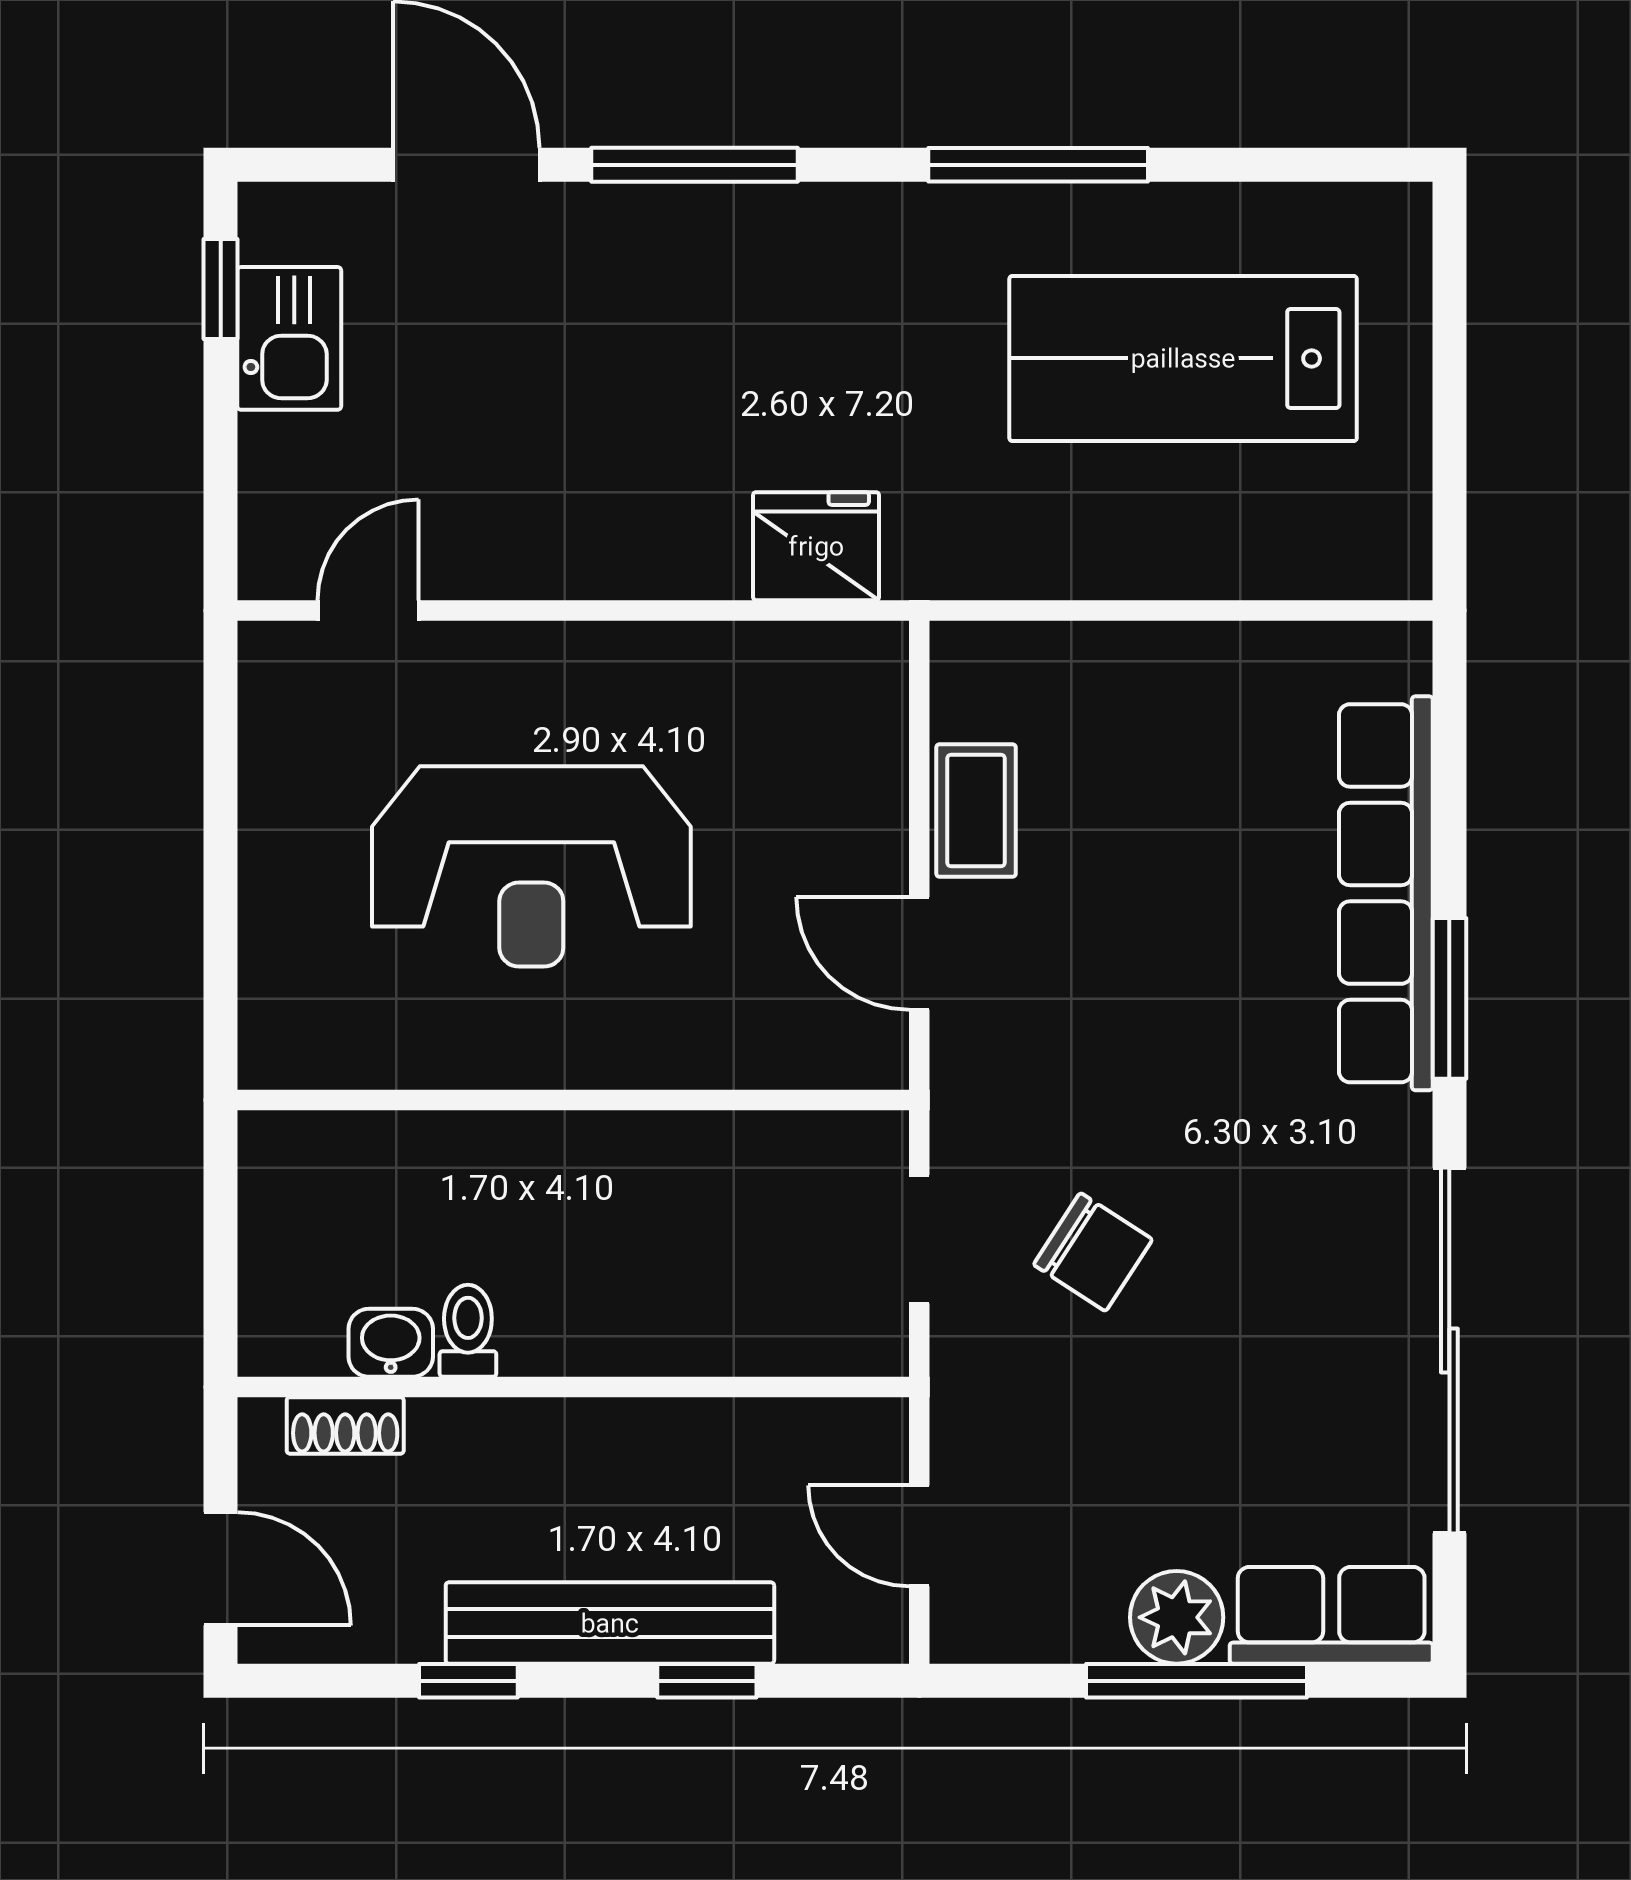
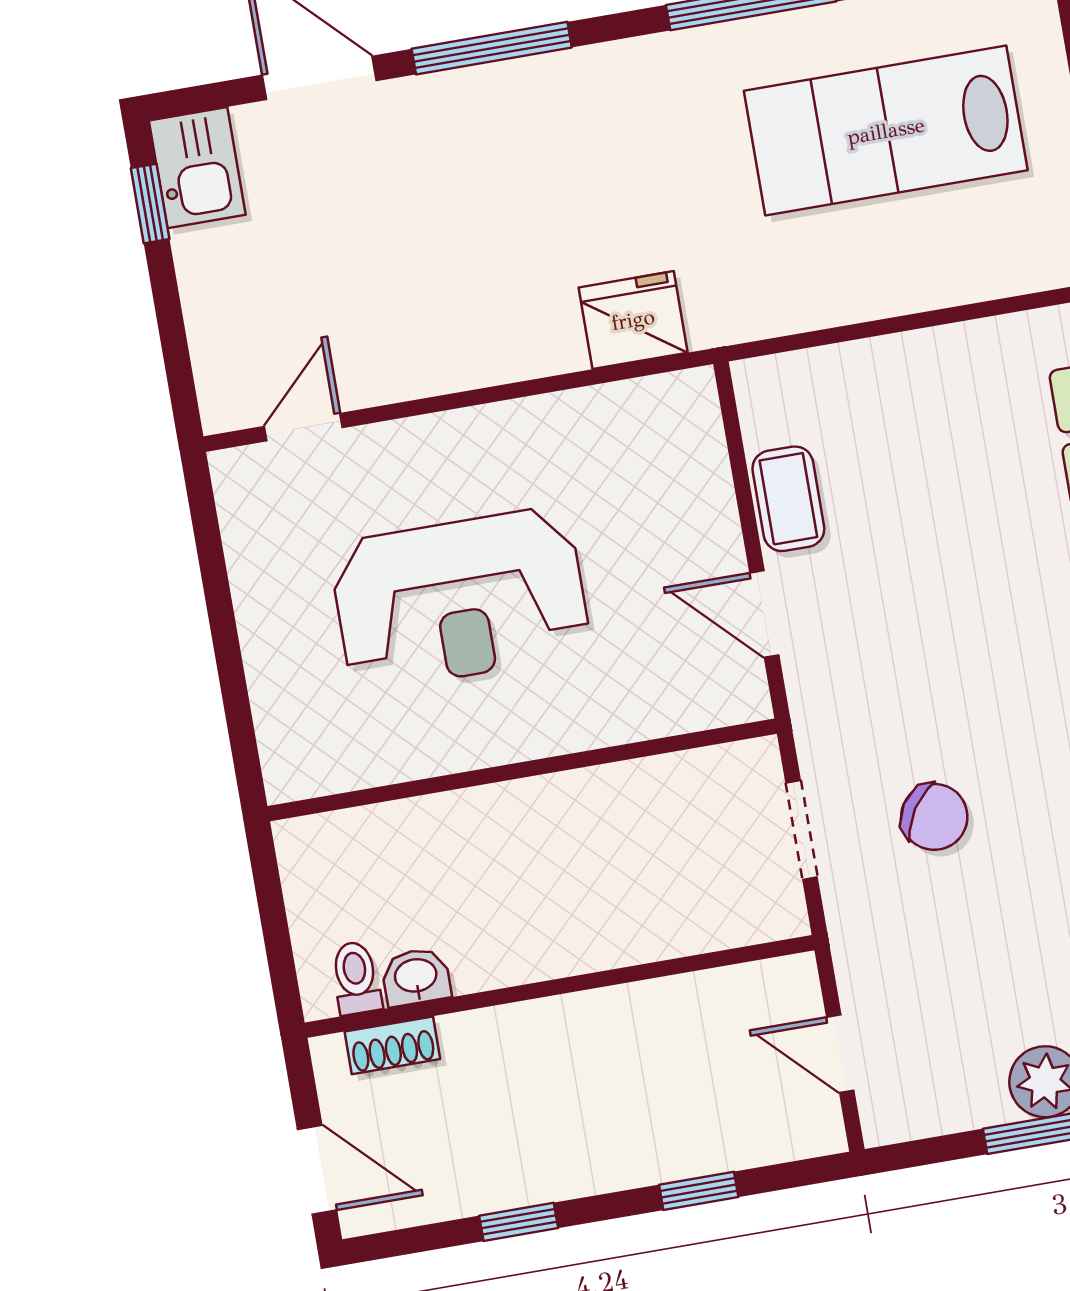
kitchen sink: (289, 338) -> (197, 168), moved
toilet: (468, 1331) -> (356, 978), moved
bench: (610, 1623) -> (618, 1160), removed

